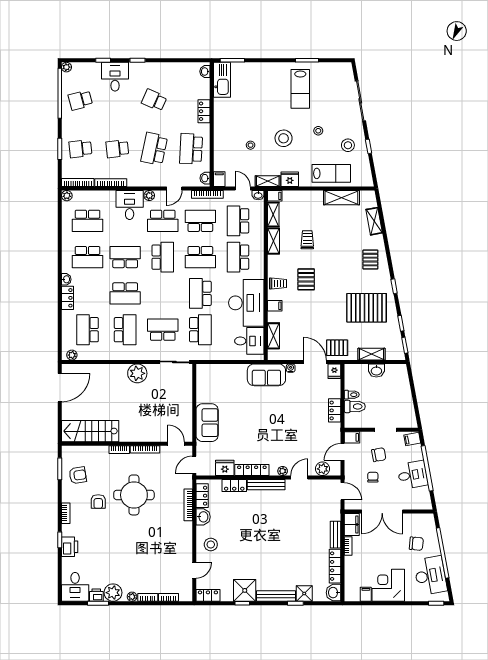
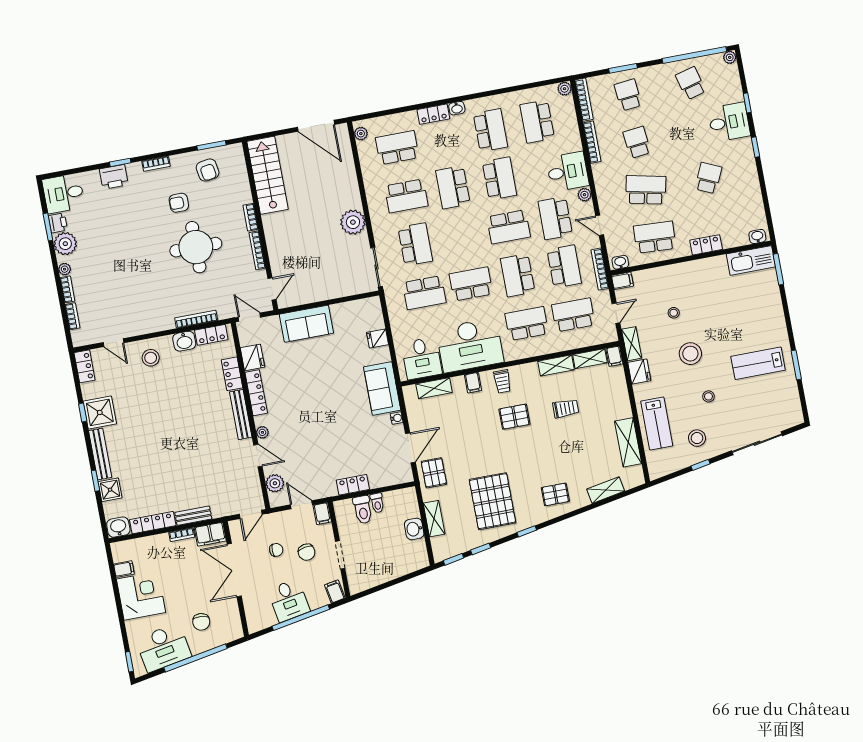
washbasin: (258, 195) -> (611, 335), removed
school desk: (88, 257) -> (490, 130), turned 180
fridge: (334, 371) -> (378, 338), moved

